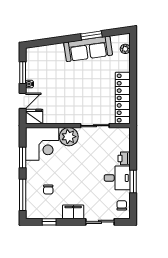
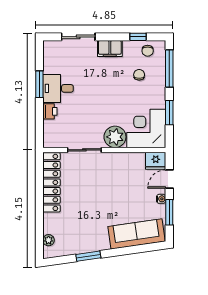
sofa: (88, 49) -> (136, 234), moved
chair: (122, 205) -> (148, 51), moved

